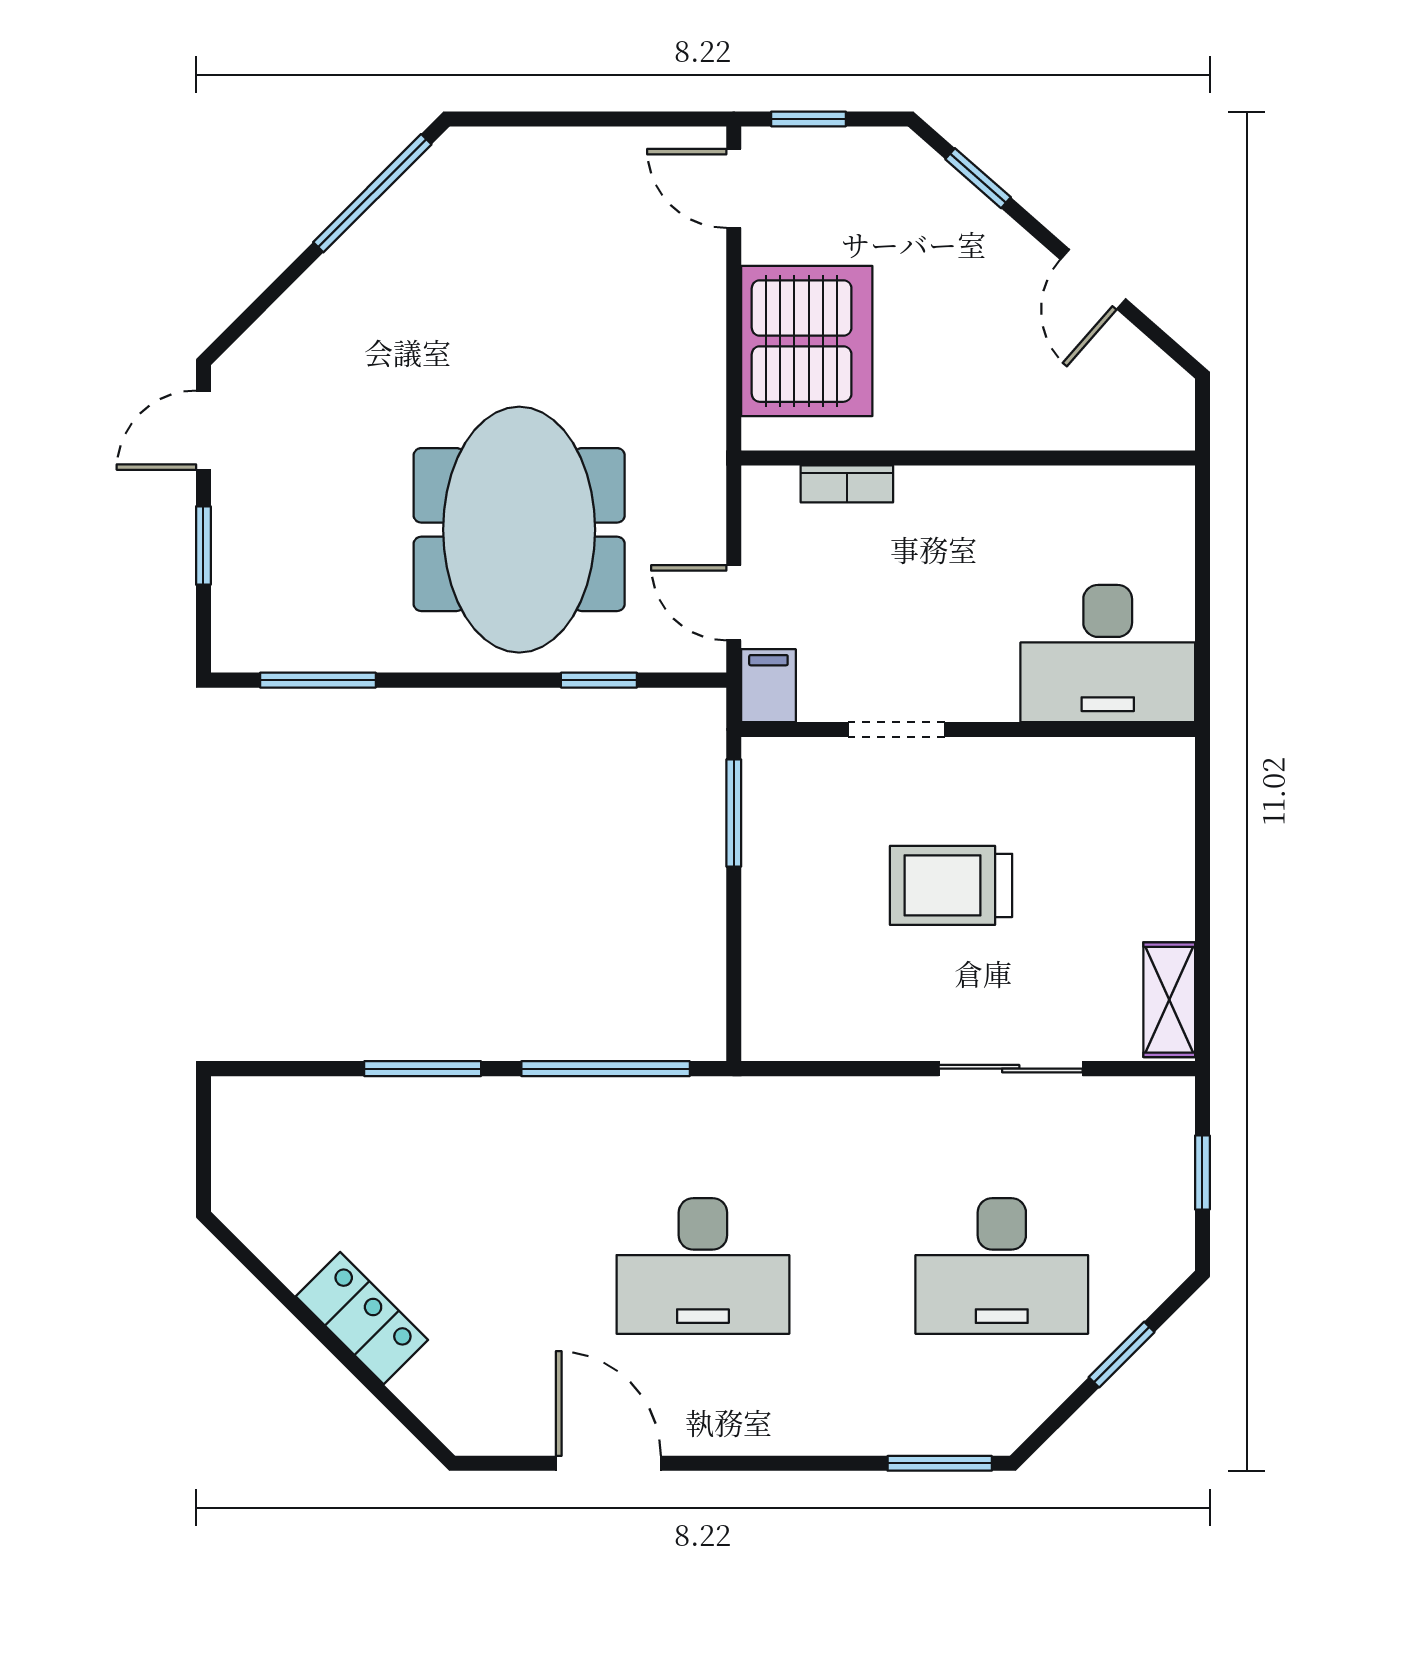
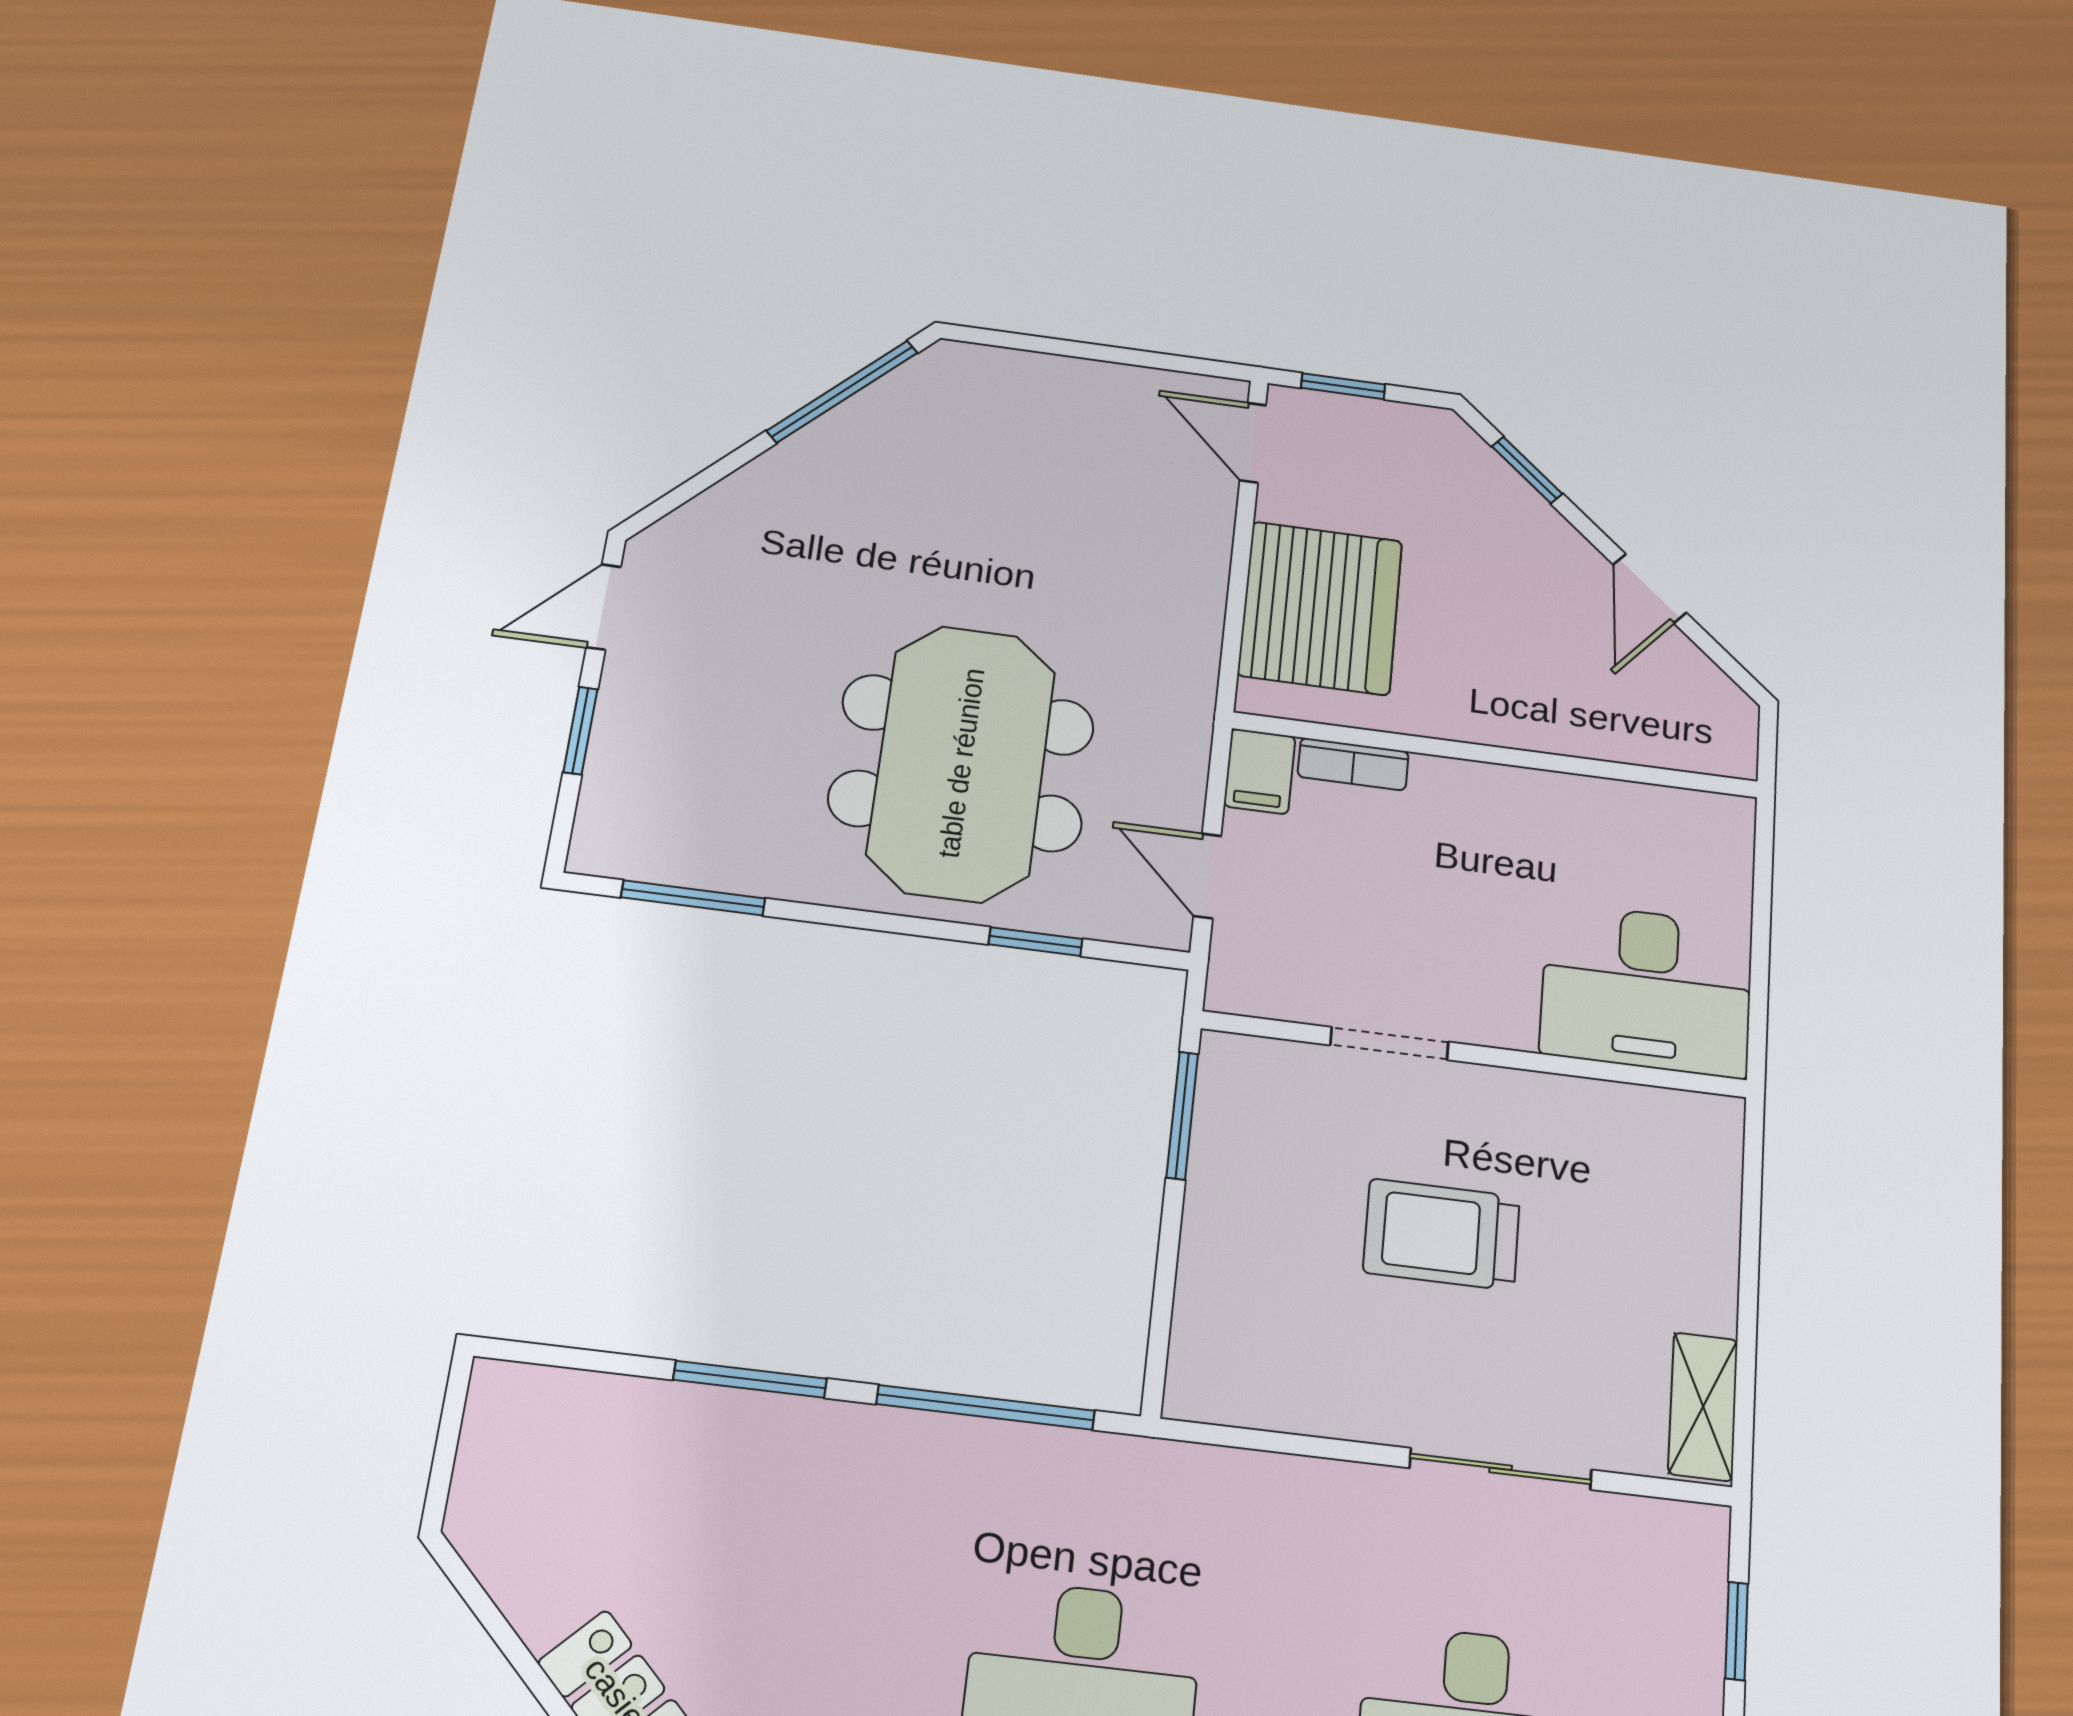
filing cabinet: (768, 686) -> (1260, 771), moved, turned 180

